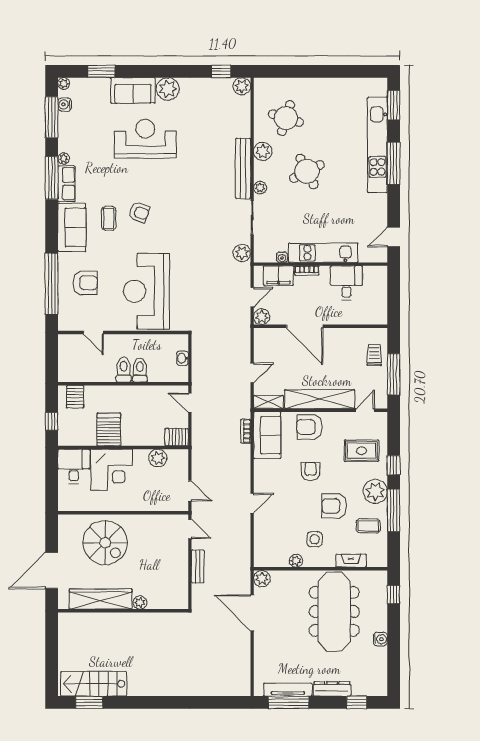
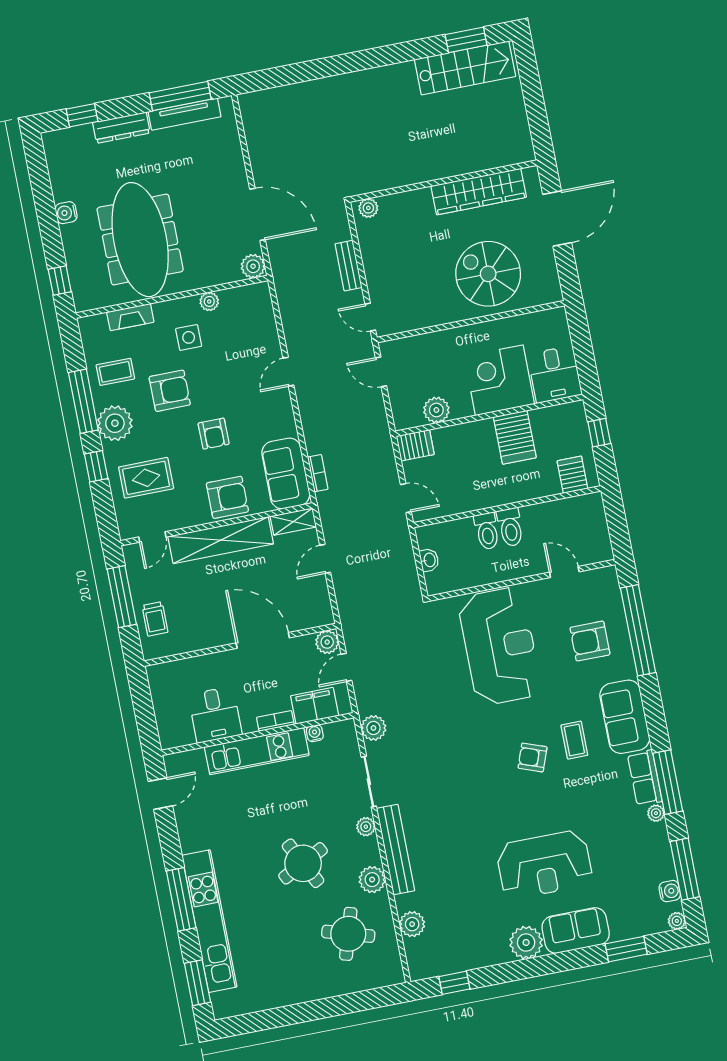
plant: (242, 86) -> (412, 924), moved
plant: (140, 603) -> (368, 208), moved

